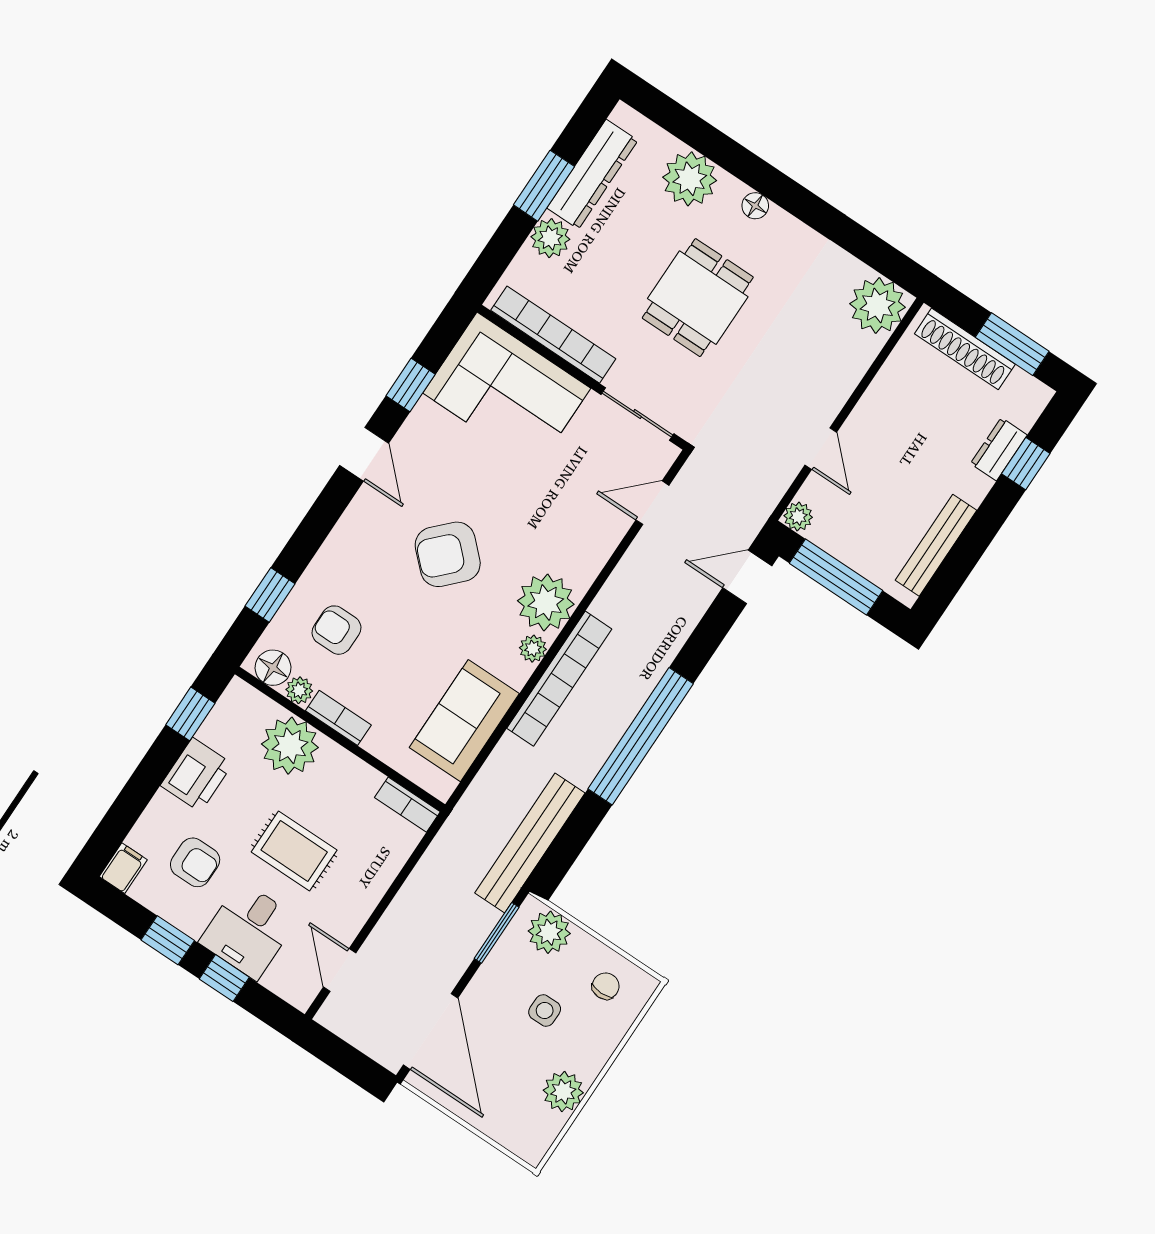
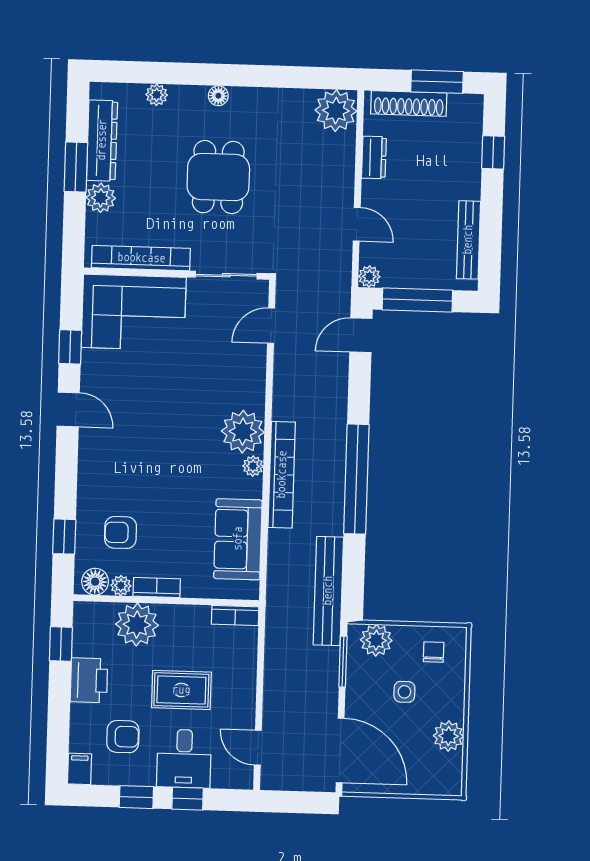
plant: (690, 179) -> (157, 95), width x0.53, depth x0.53
dresser: (999, 449) -> (374, 157), moved, turned 180
armchair: (448, 554) -> (161, 440), removed

